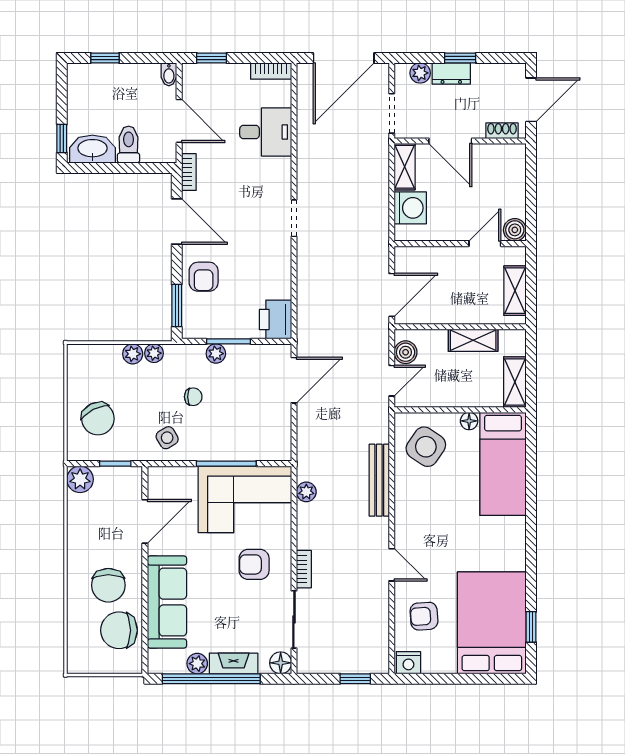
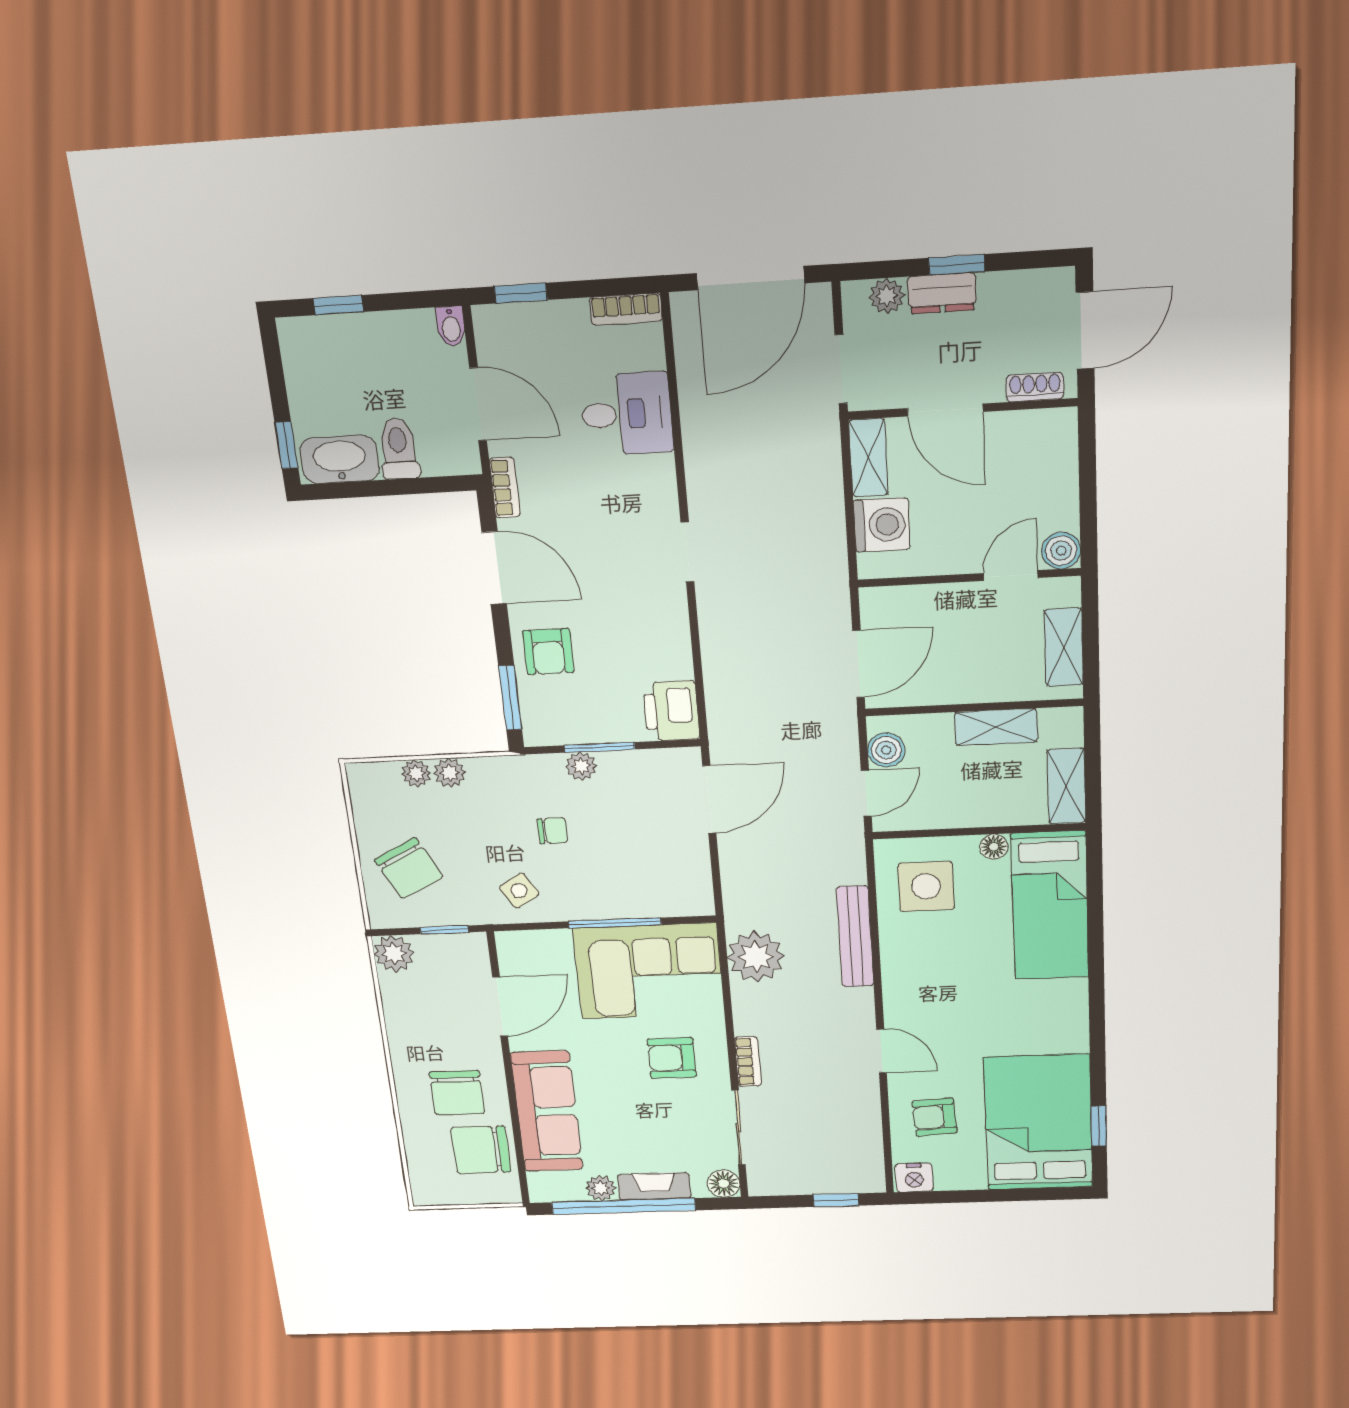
plant: (154, 353) -> (416, 773), moved
side table: (426, 447) -> (926, 886), turned -34
plant: (306, 492) -> (756, 957), width x1.87, depth x1.87

